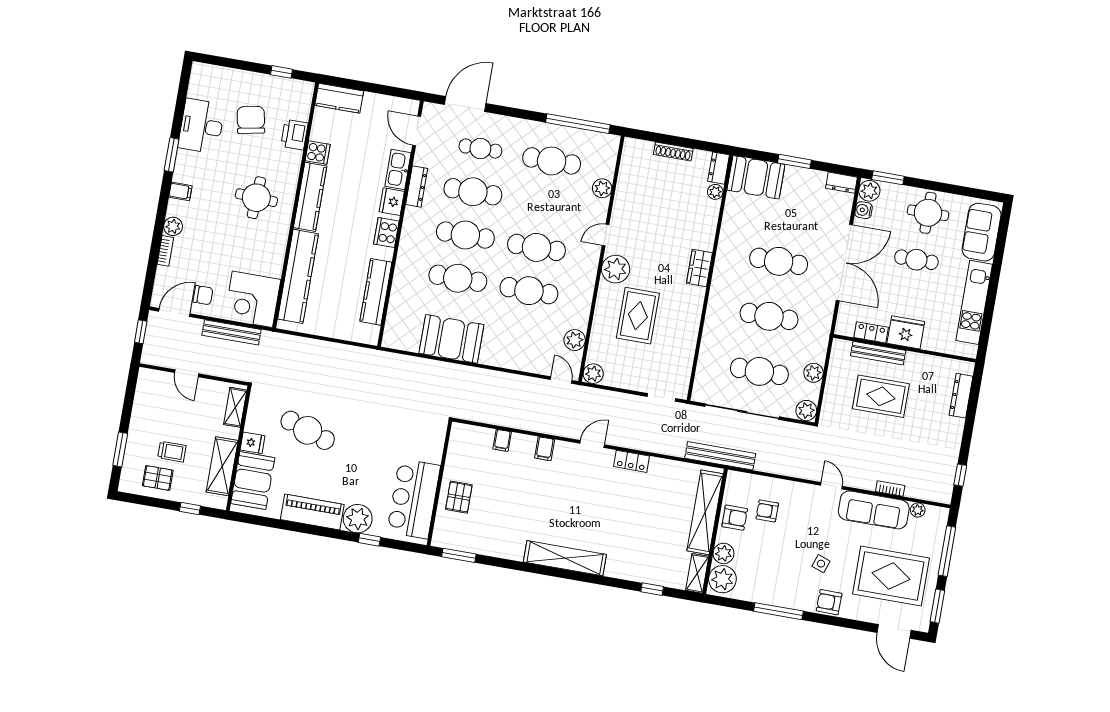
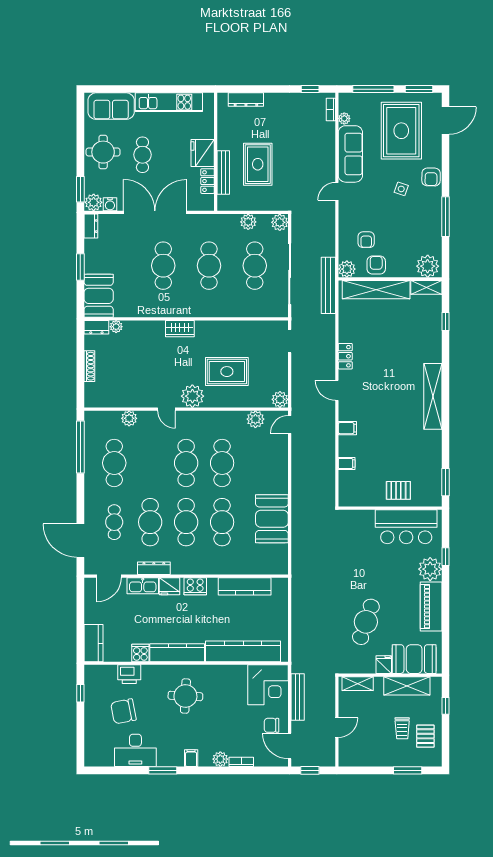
chair: (203, 295) -> (272, 725), turned -90
trolley: (172, 452) -> (402, 728), turned 180
bookcase: (890, 489) -> (331, 110), moved
plant: (723, 553) -> (347, 269), moved

